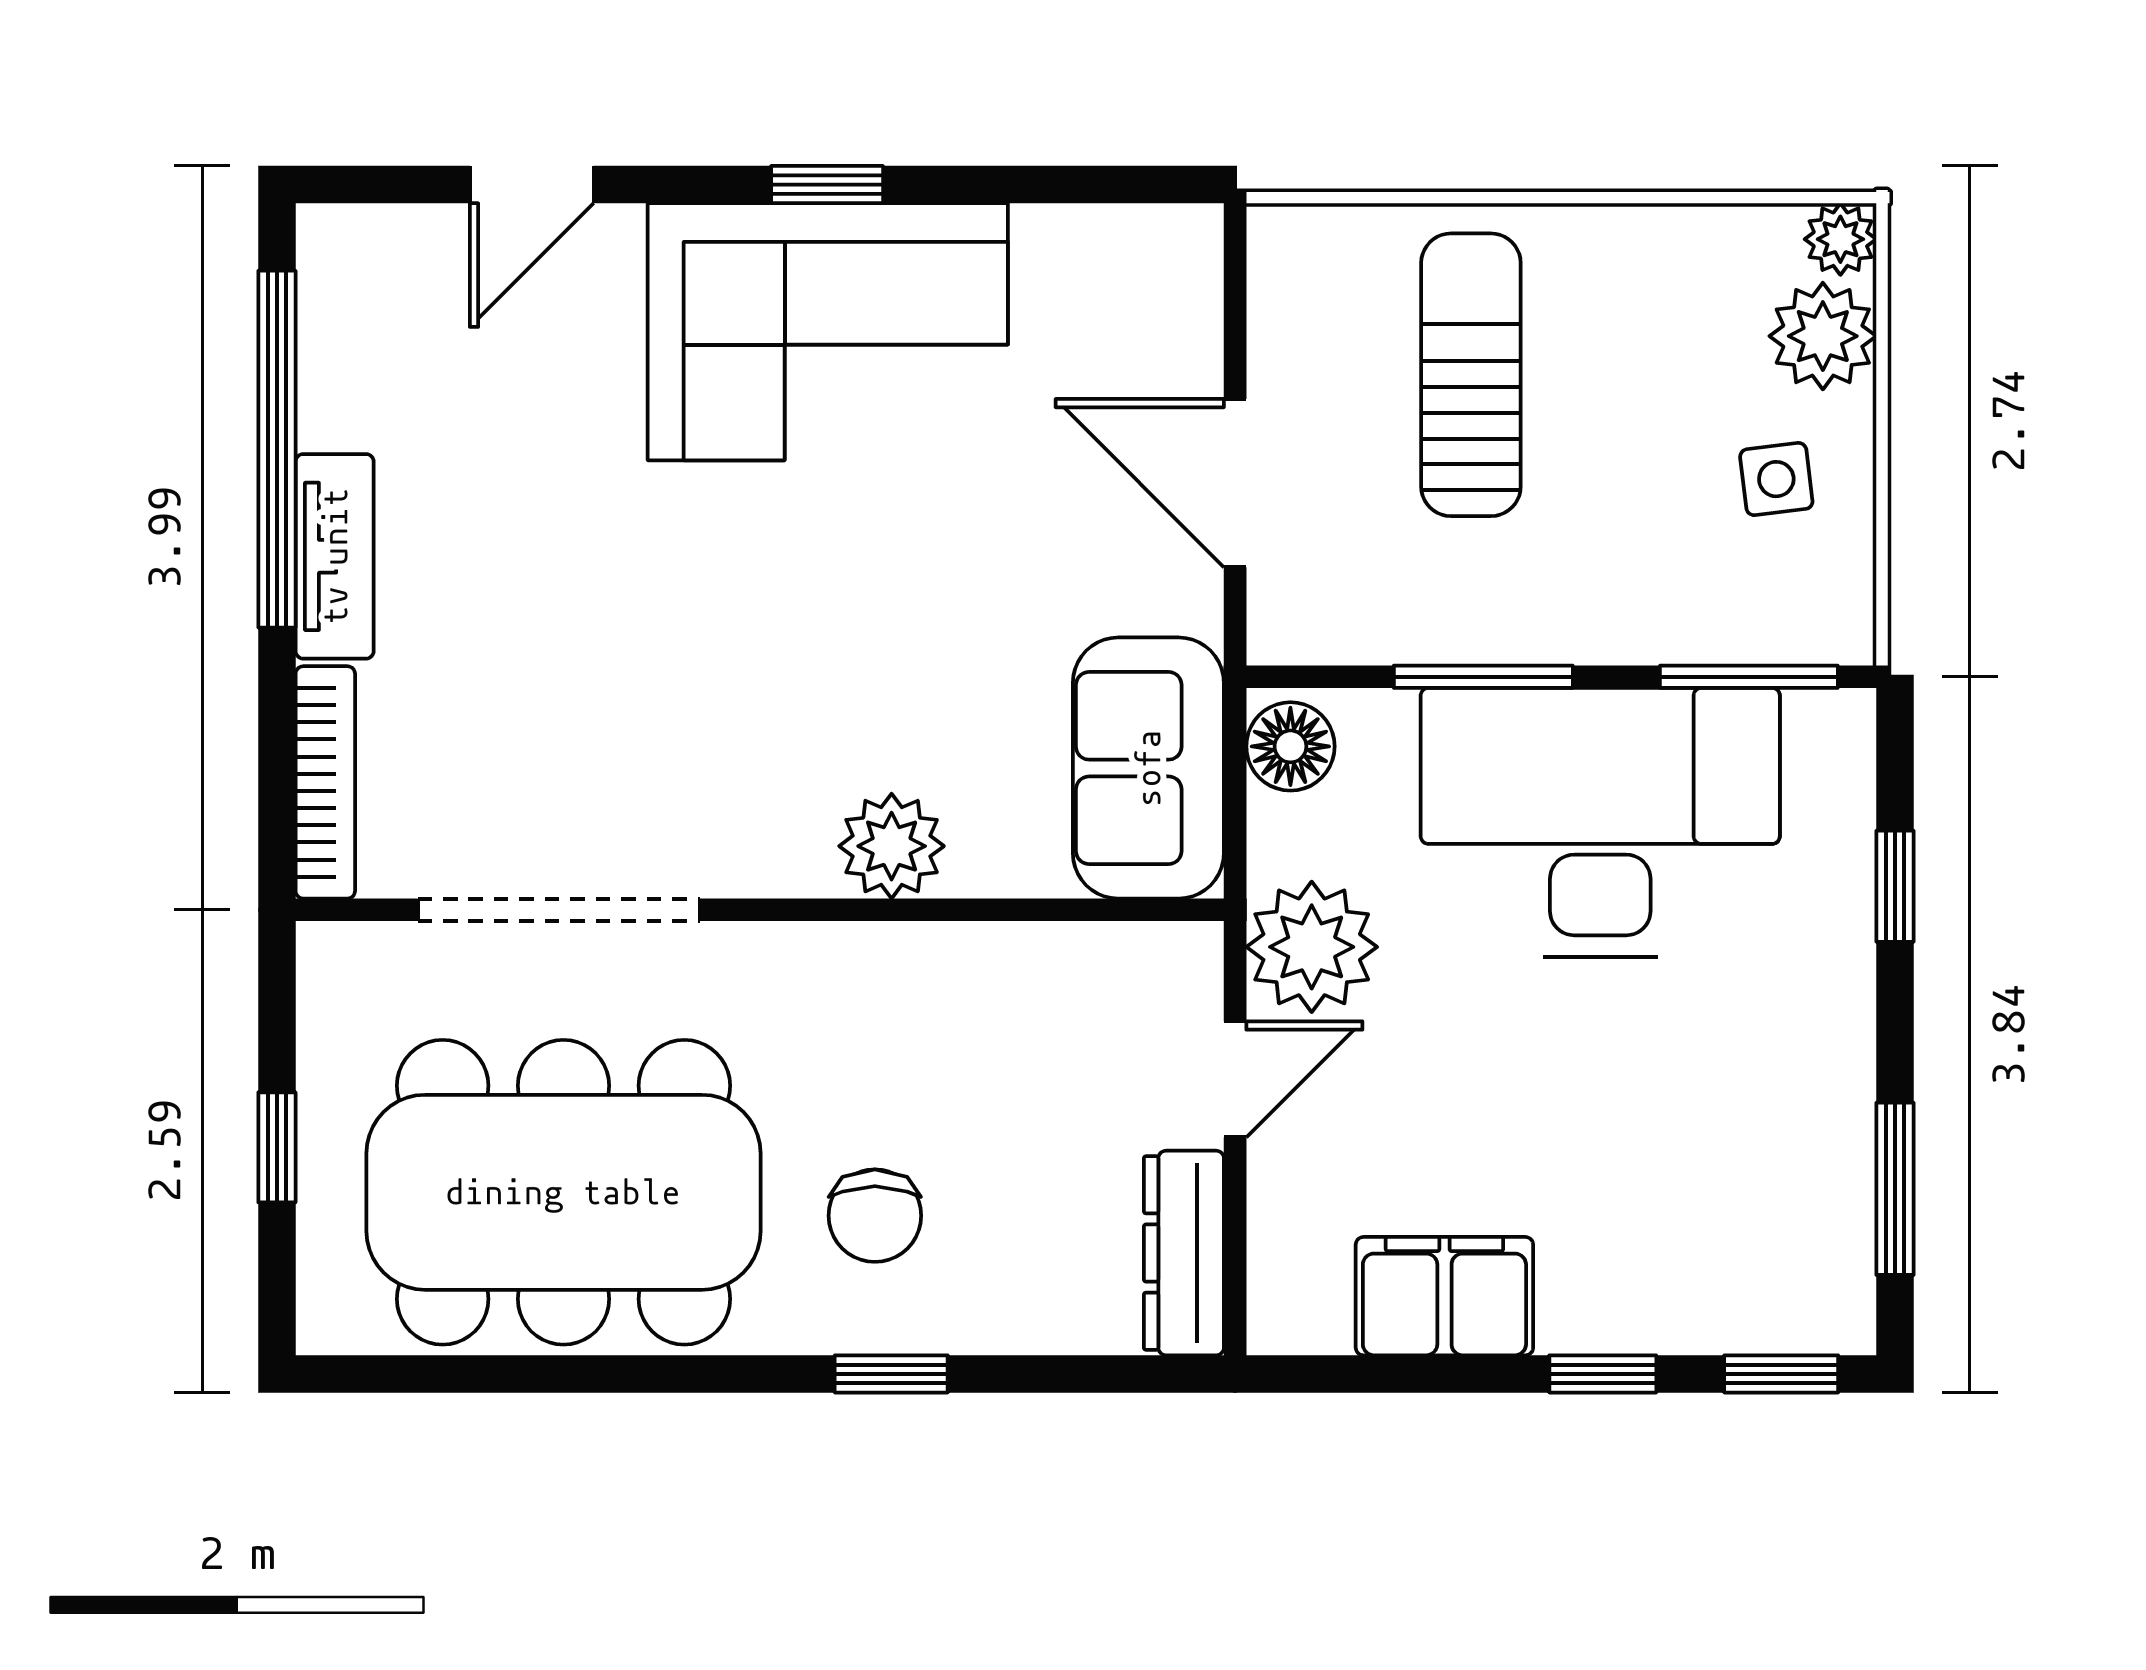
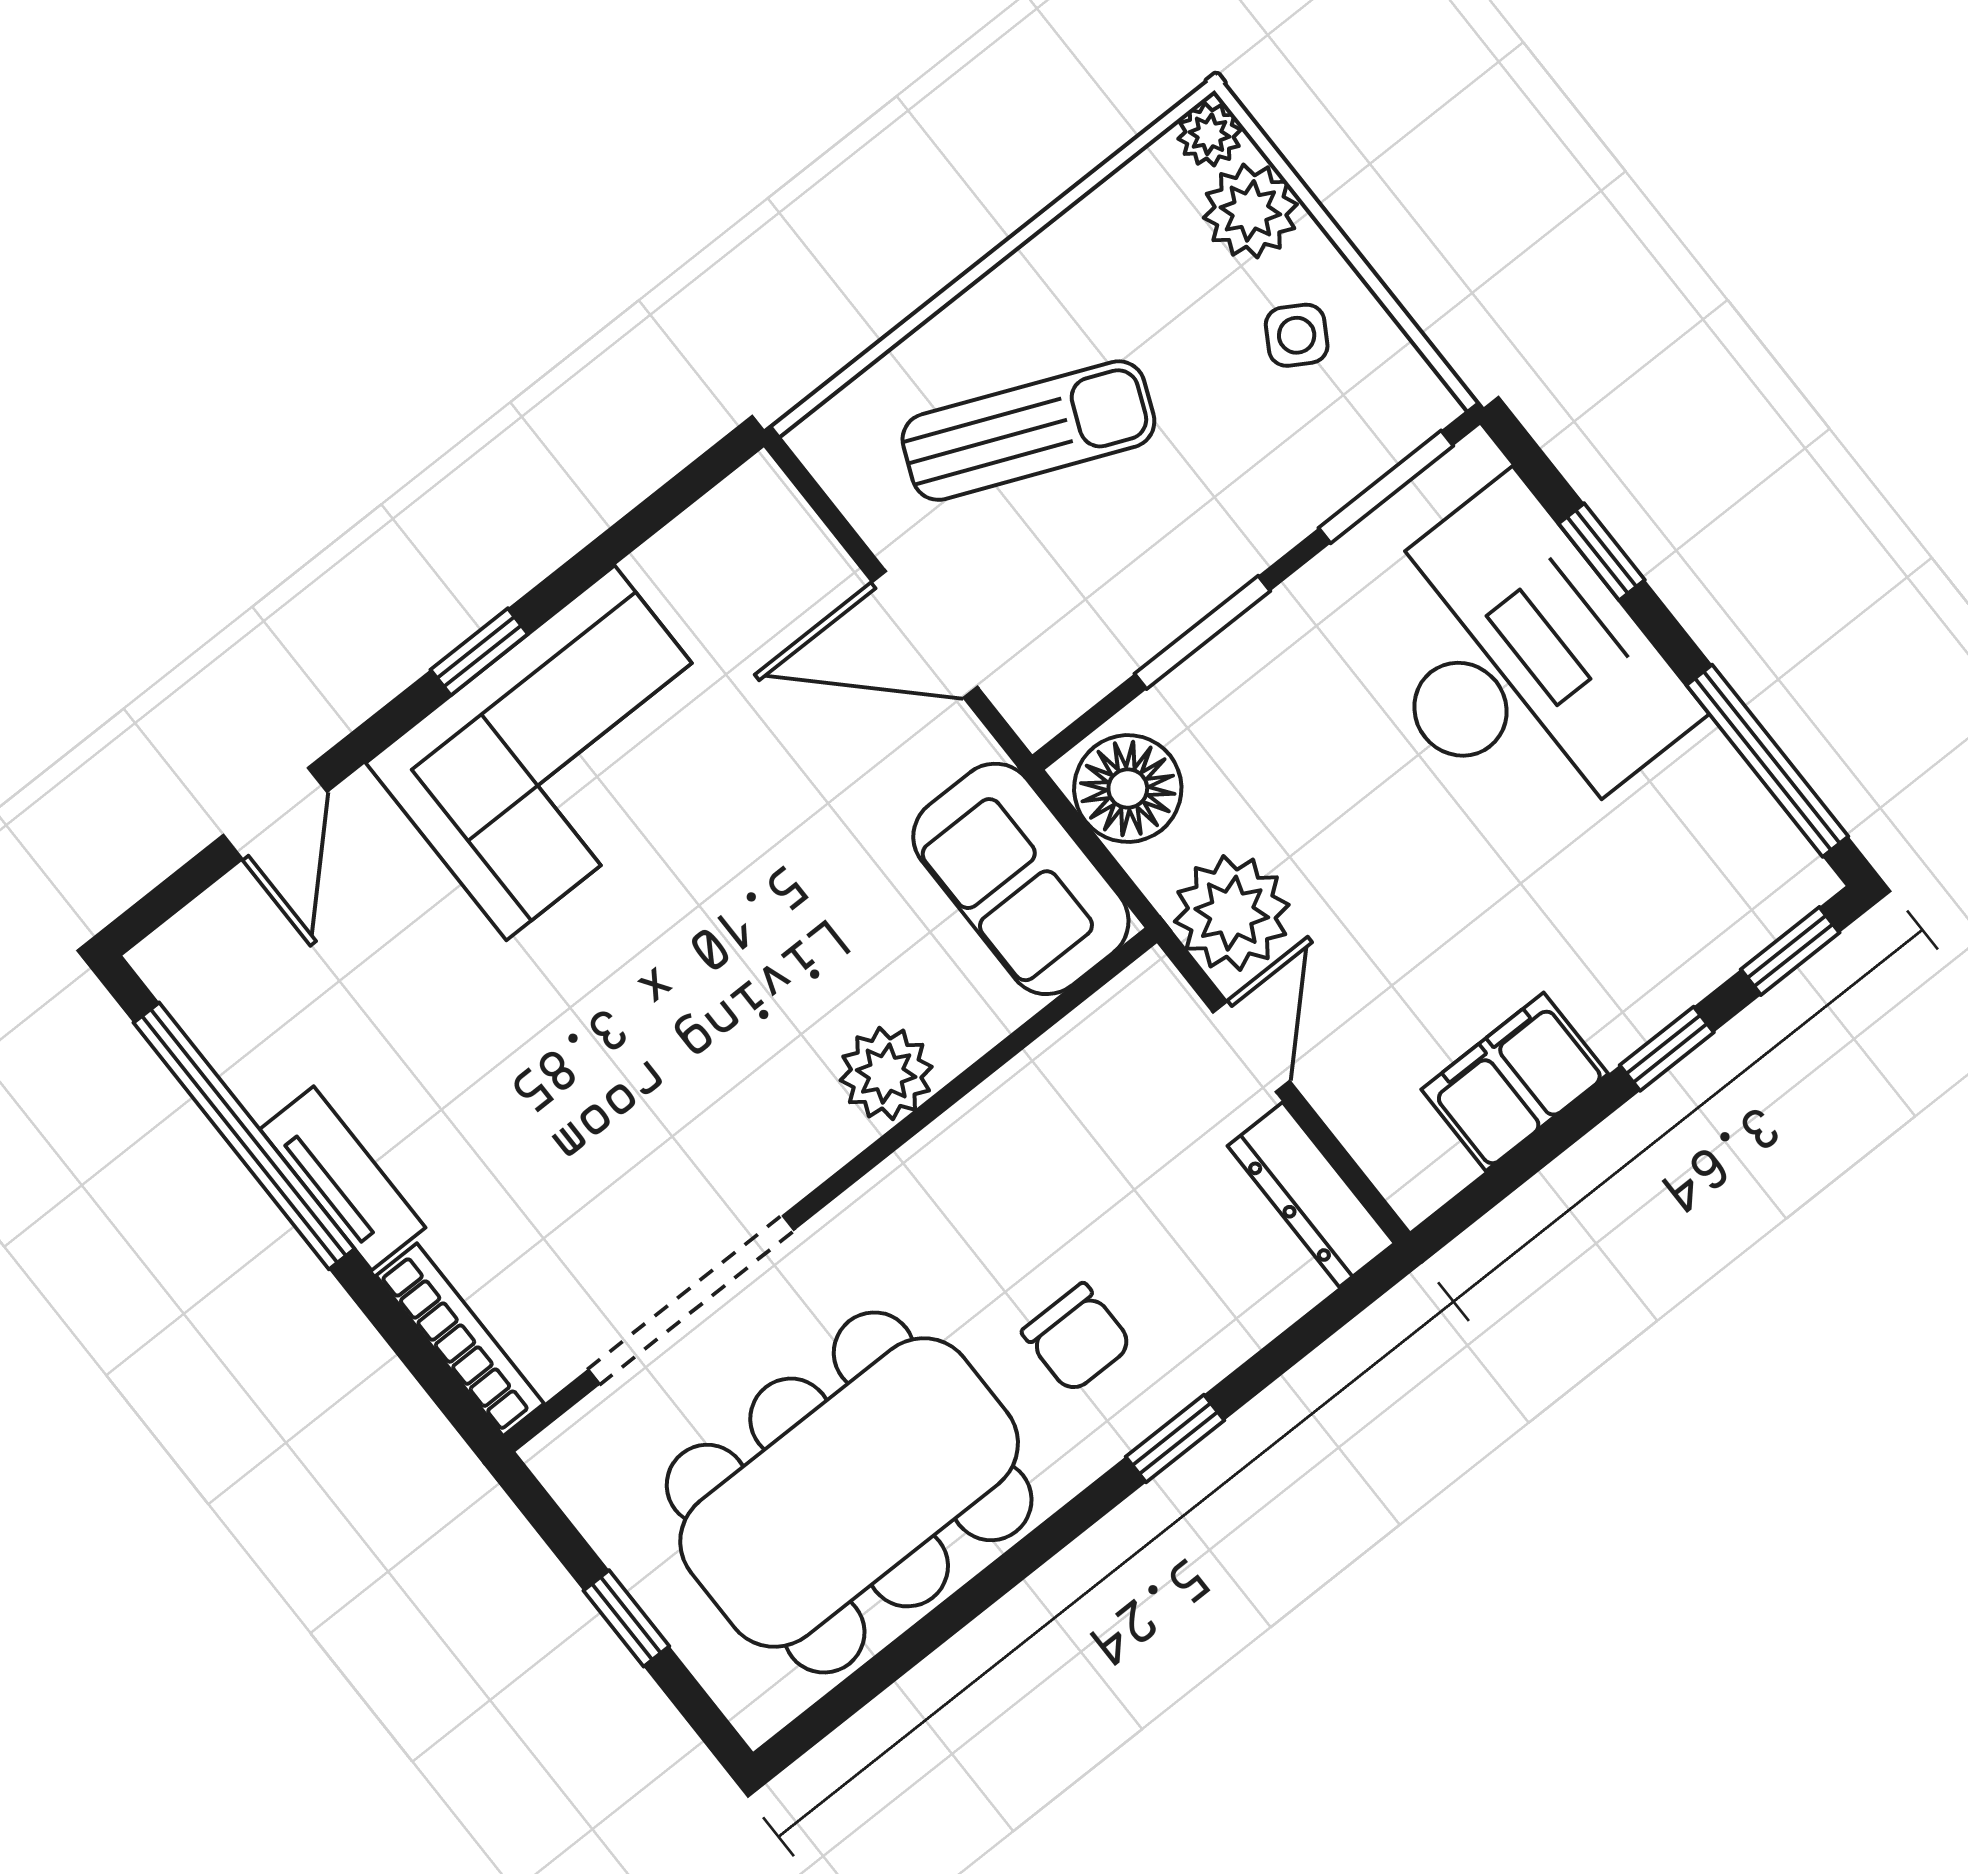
sun lounger: (1471, 375) -> (1028, 431), turned 113
side table: (1776, 479) -> (1297, 335), turned 38
floor lamp: (1290, 746) -> (1128, 789), width x1.38, depth x1.38
desk: (1600, 822) -> (1518, 664), moved, turned 90
window: (1895, 1189) -> (1767, 761), width x1.44

